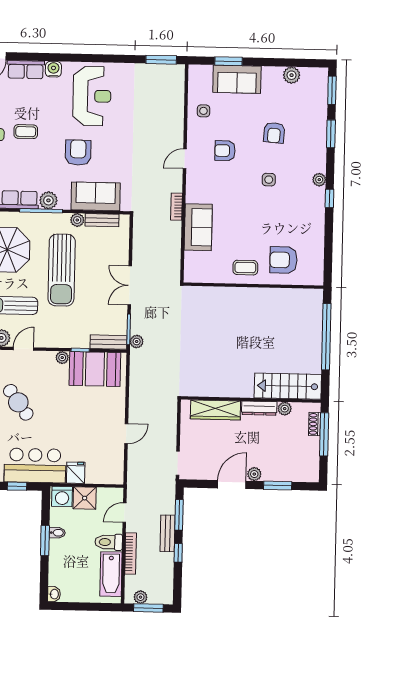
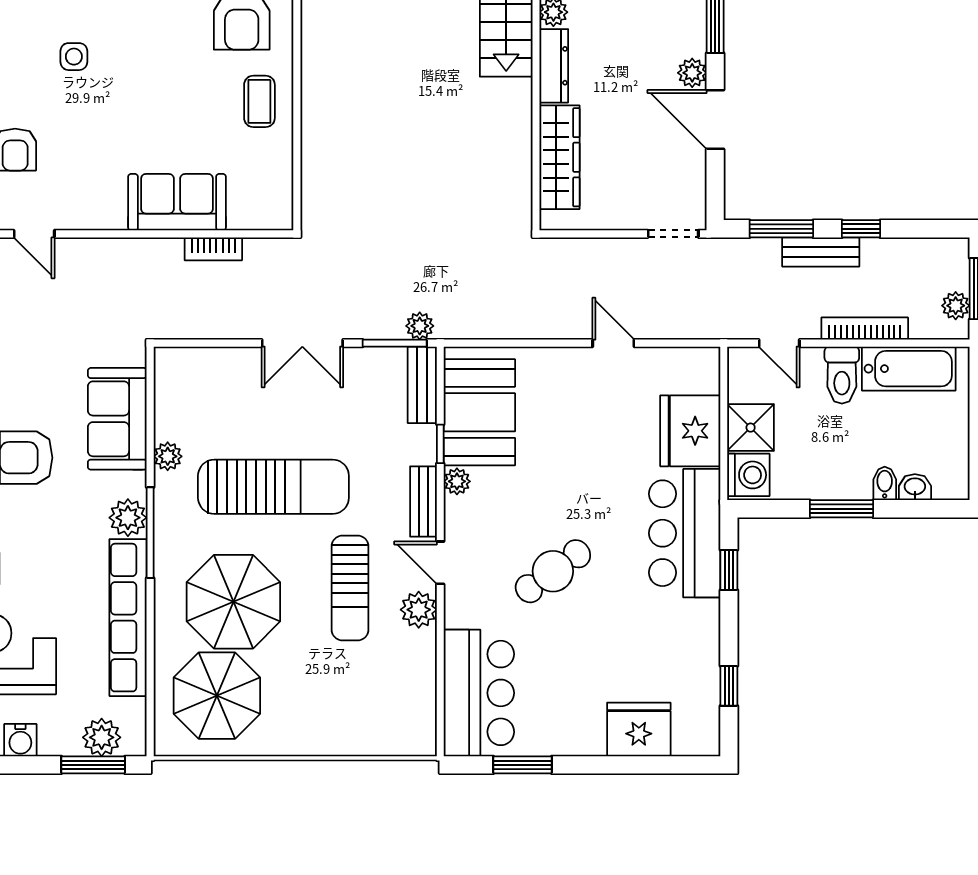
bookcase: (176, 207) -> (213, 249), moved
bench: (102, 220) -> (423, 501), moved
fridge: (76, 473) -> (690, 431), width x1.88, depth x1.34
bidet: (57, 533) -> (885, 483), moved
washbasin: (54, 594) -> (915, 487), moved

